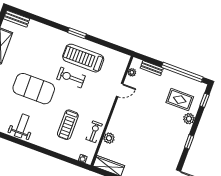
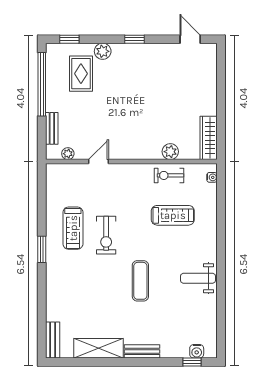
treadmill: (83, 58) -> (73, 228), width x0.73, depth x0.73
exercise mat: (34, 89) -> (140, 281), width x0.50, depth x0.69
door: (120, 90) -> (99, 162), hinge flipped

